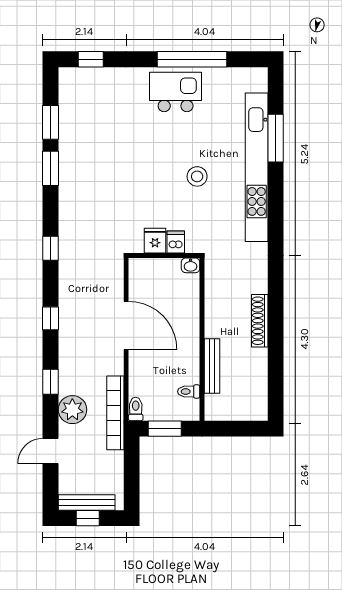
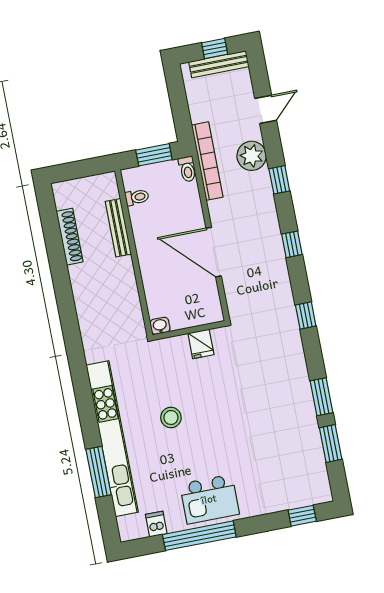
dishwasher: (176, 242) -> (156, 524), moved, turned 180
shoe rack: (260, 321) -> (70, 237), moved

